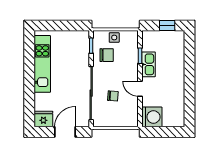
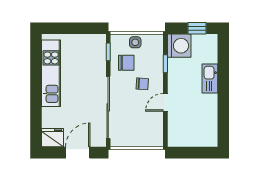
kitchen sink: (148, 64) -> (210, 79), moved, turned 180
door: (140, 89) -> (165, 102), hinge flipped
chair: (113, 96) -> (142, 84), moved
washing machine: (152, 117) -> (179, 46), moved

